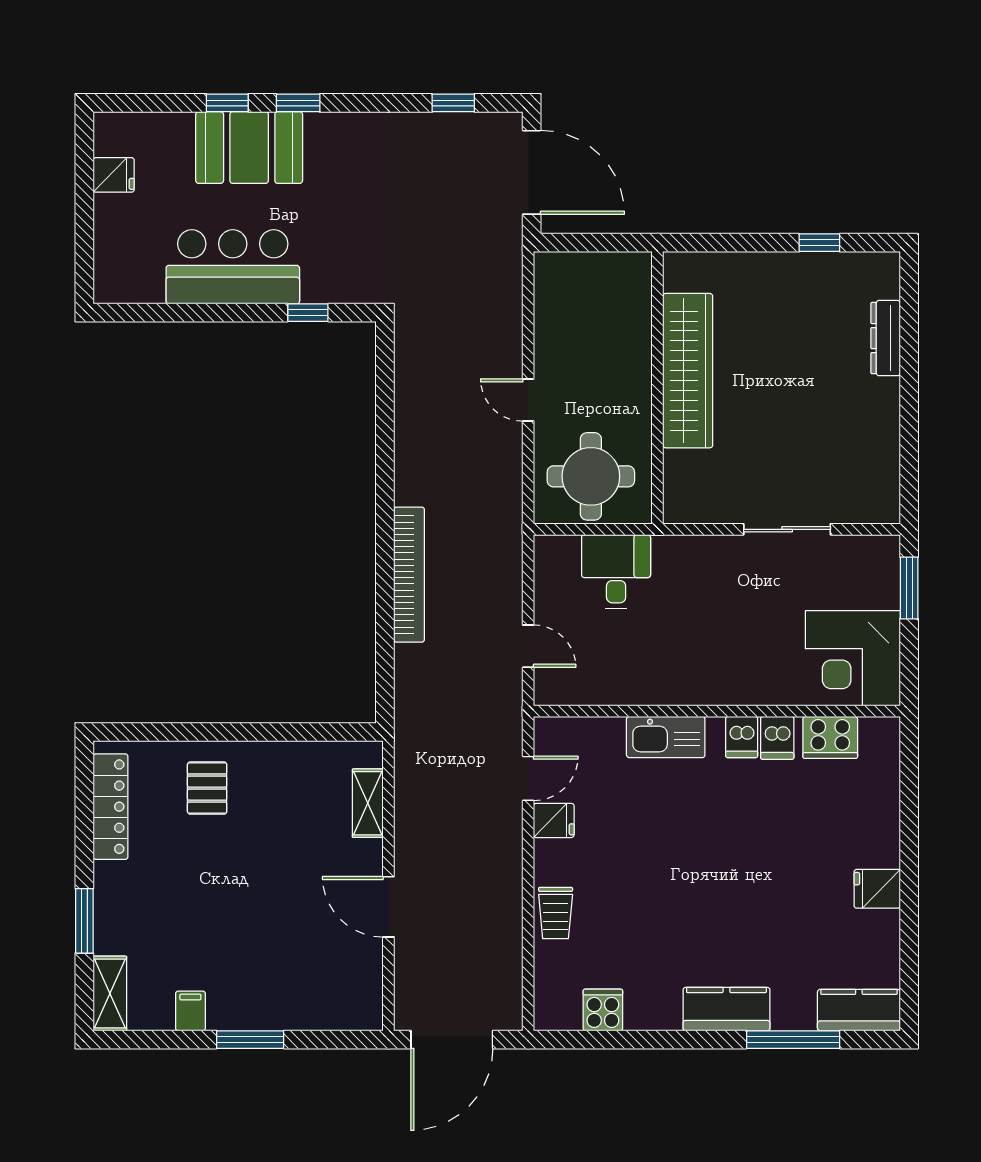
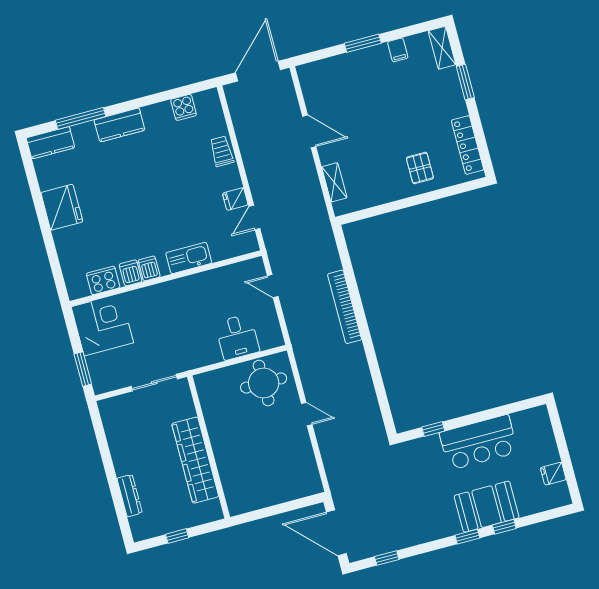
wardrobe: (688, 371) -> (195, 460), moved
wall: (657, 388) -> (209, 447), moved
fridge: (877, 889) -> (62, 207), width x1.88, depth x1.34

